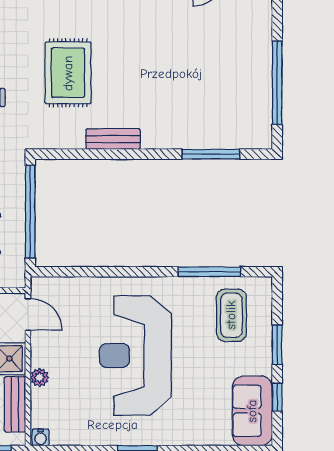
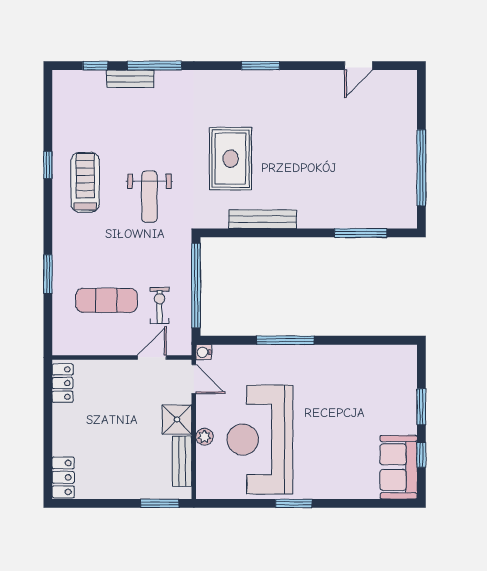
bench: (113, 139) -> (263, 219), width x1.36
window: (209, 272) -> (286, 340), moved
coffee table: (231, 315) -> (380, 380), removed
reception desk: (135, 355) -> (260, 440), moved
water cooler: (41, 437) -> (204, 352), moved, turned 90

